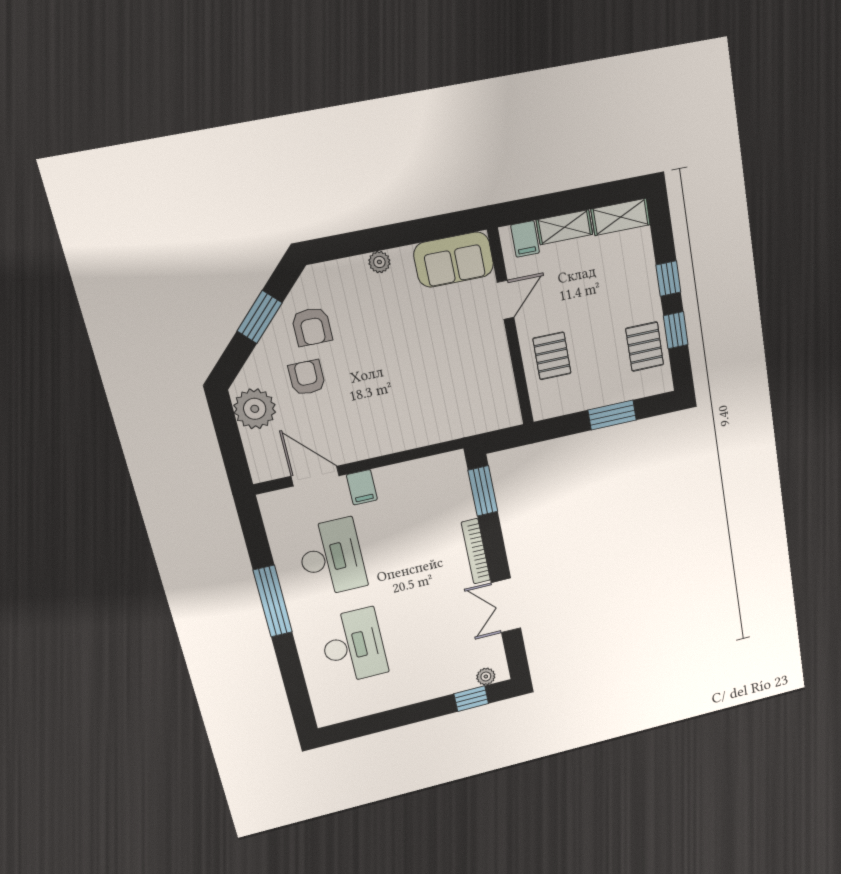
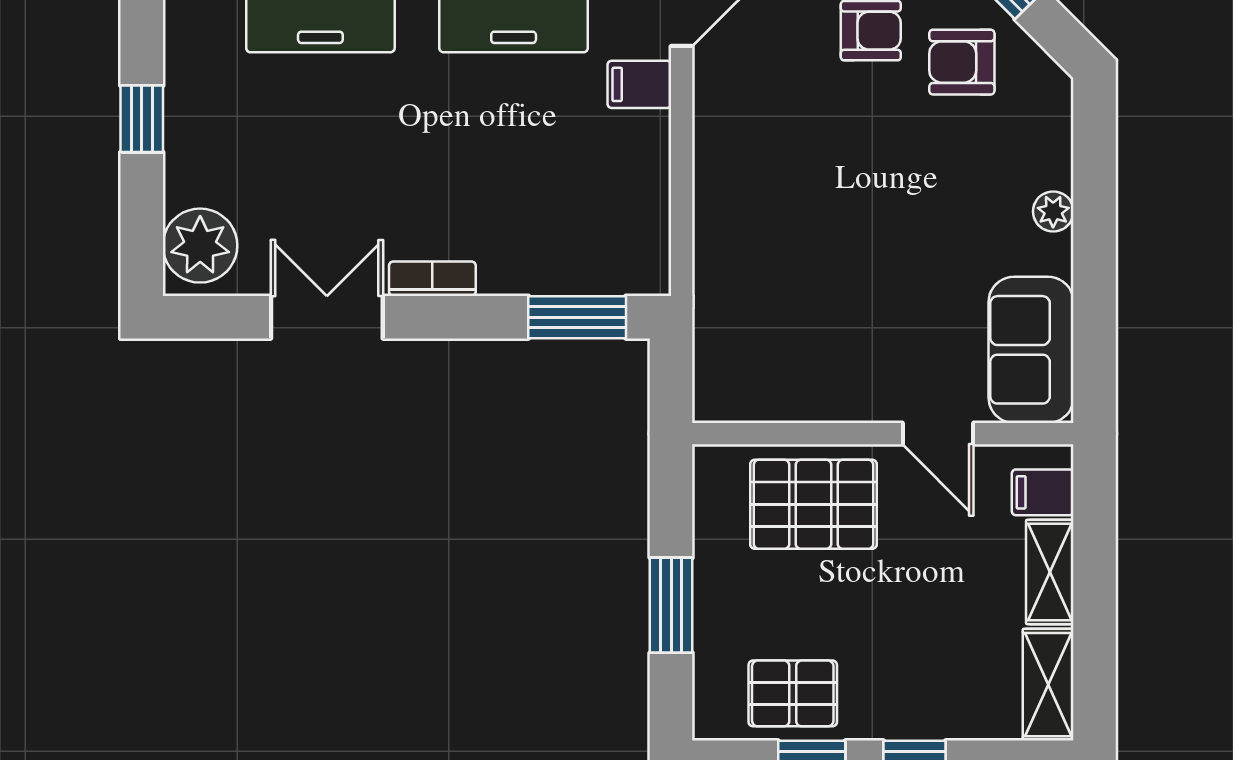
pallet: (552, 356) -> (813, 504), width x1.50, depth x1.42
bookcase: (476, 551) -> (432, 279), width x0.64
plant: (486, 677) -> (200, 246), width x1.87, depth x1.87
window: (471, 699) -> (142, 119), moved

